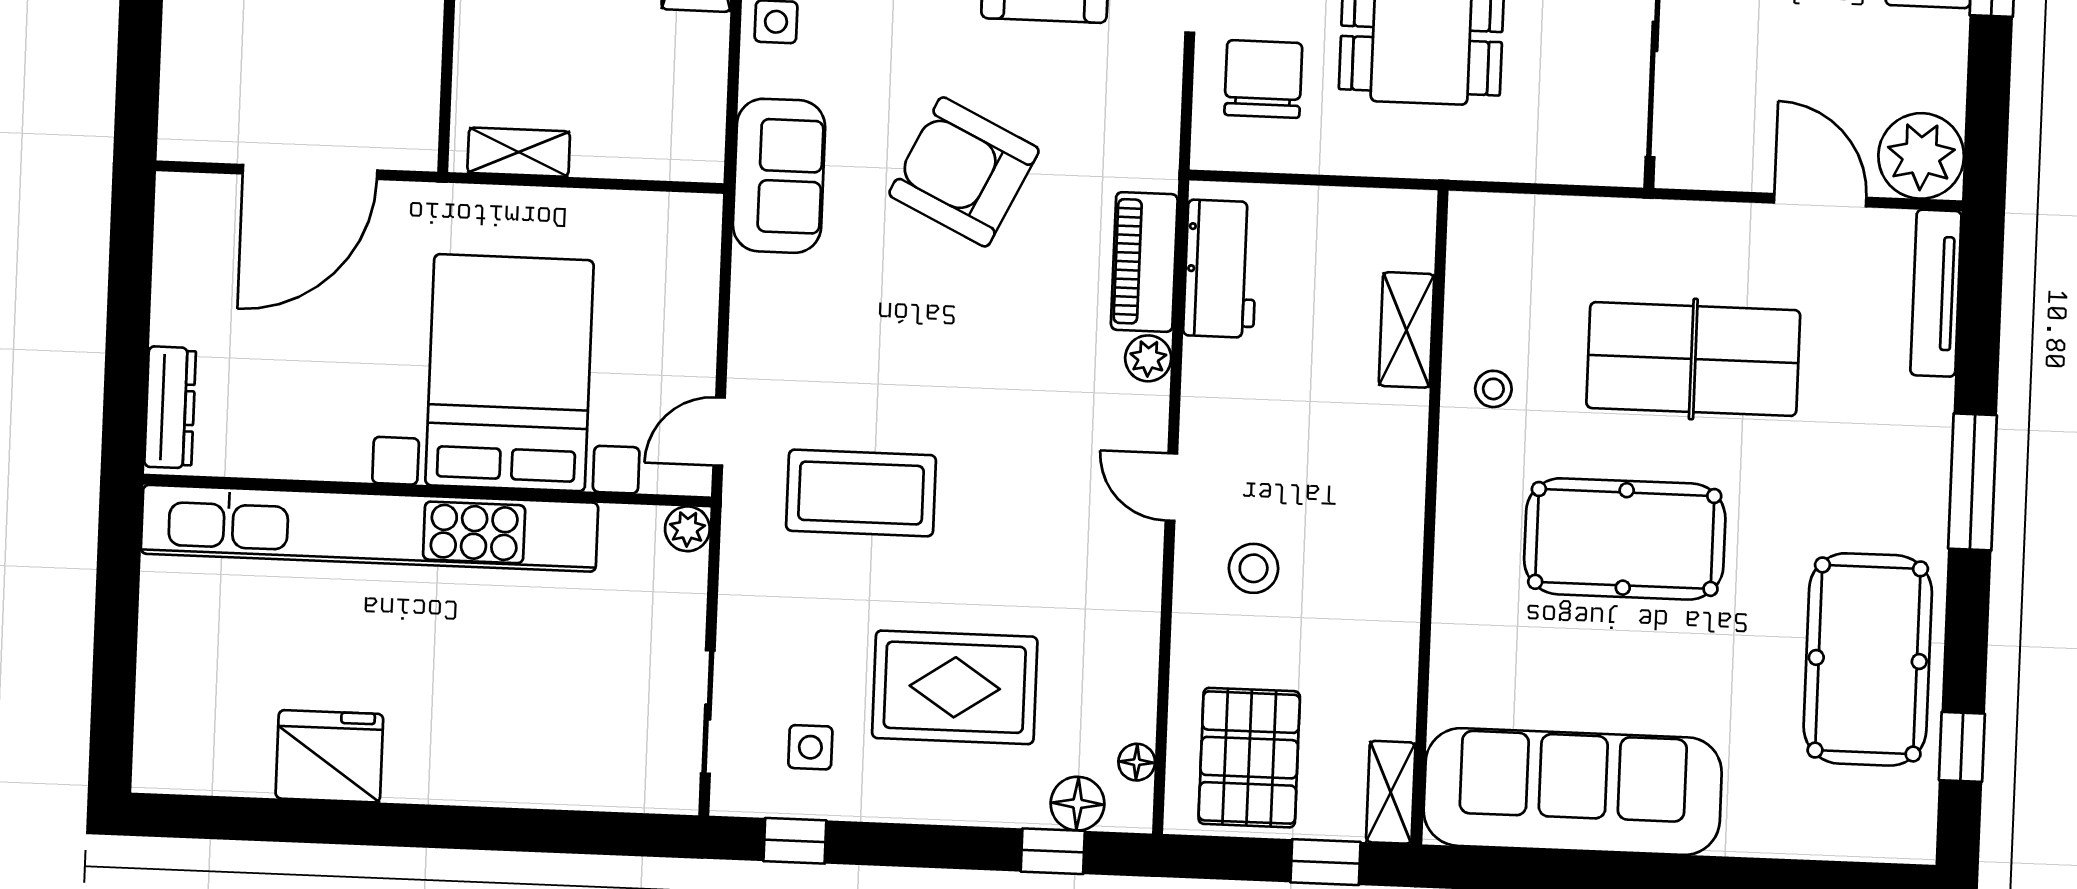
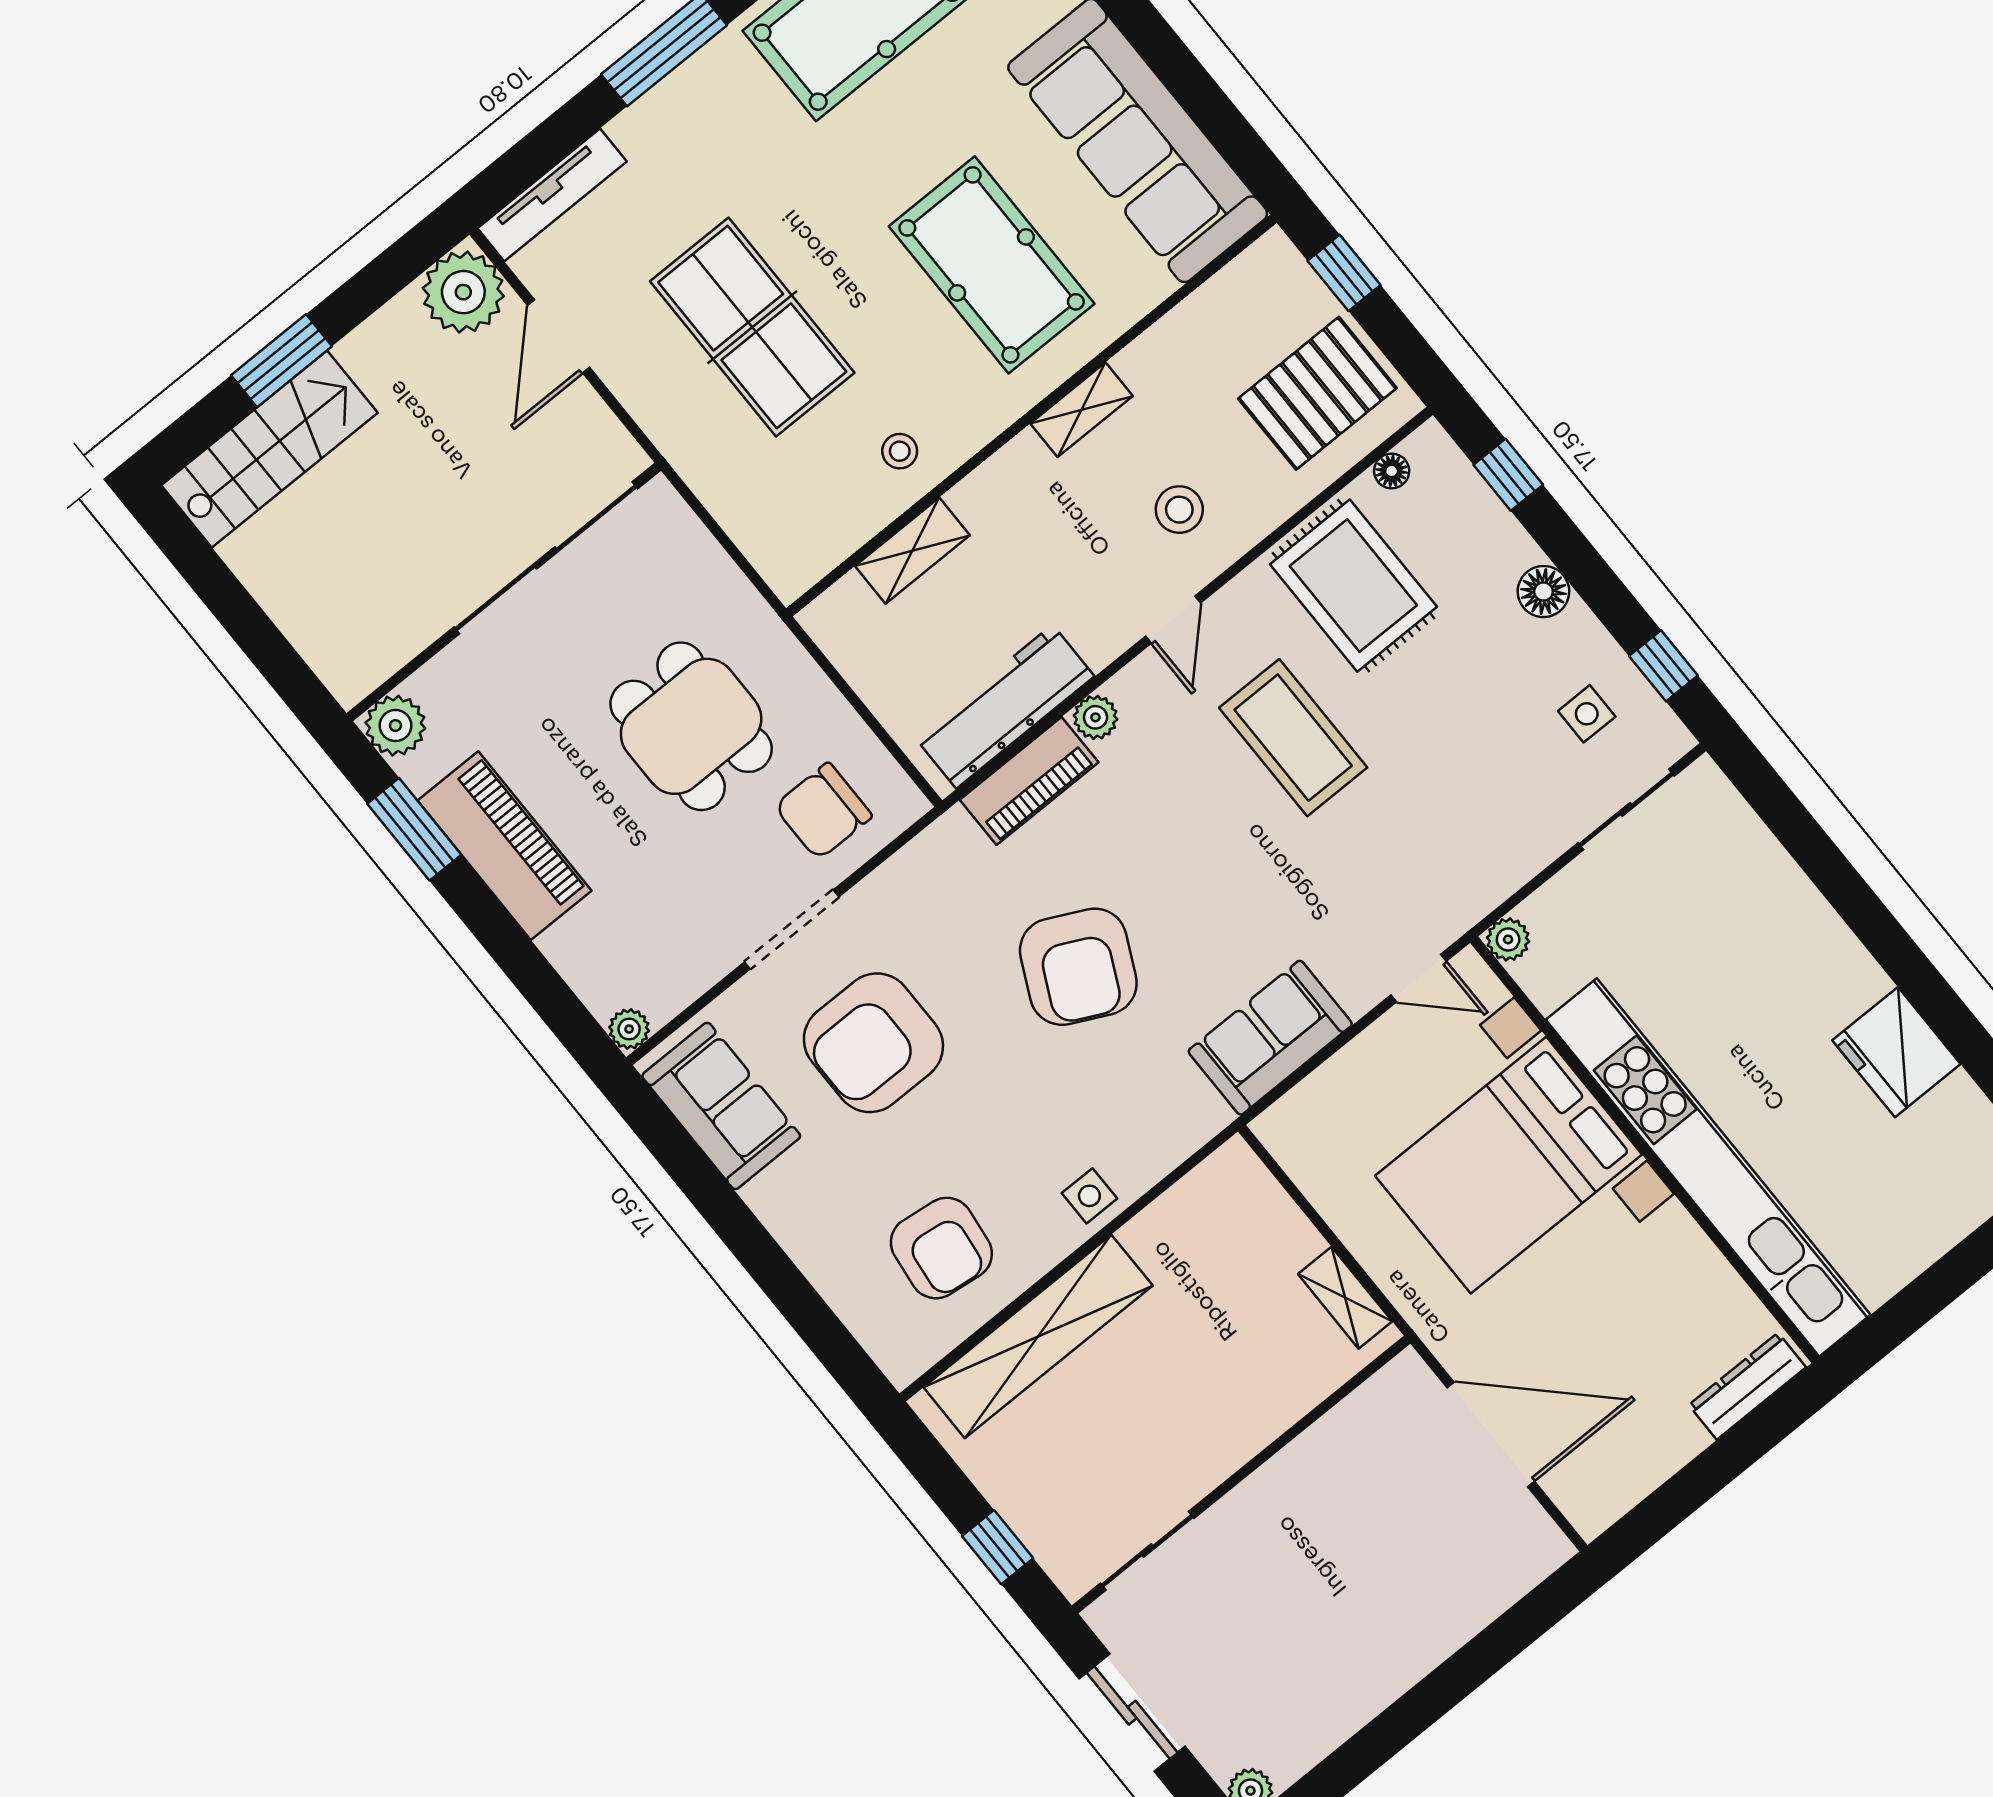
sofa: (779, 176) -> (1270, 1038), moved
workbench: (1221, 269) -> (1004, 707), width x1.38
coffee table: (861, 493) -> (1293, 738), moved
pool table: (1625, 539) -> (992, 265), moved
rug: (955, 687) -> (1353, 586), moved
shelving: (1391, 792) -> (1082, 410), moved
floor lamp: (1077, 804) -> (1543, 592), moved

